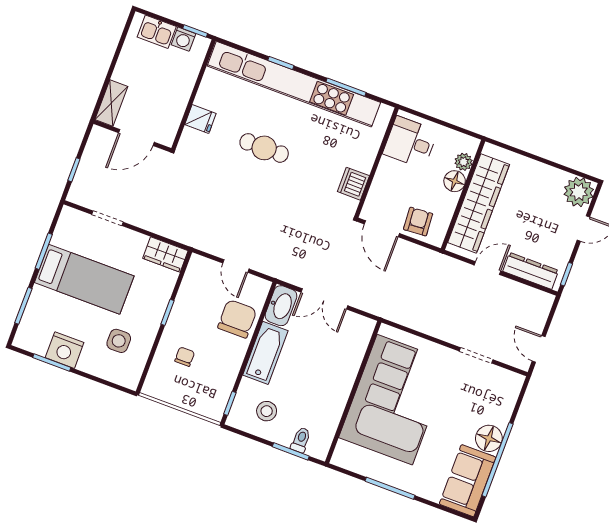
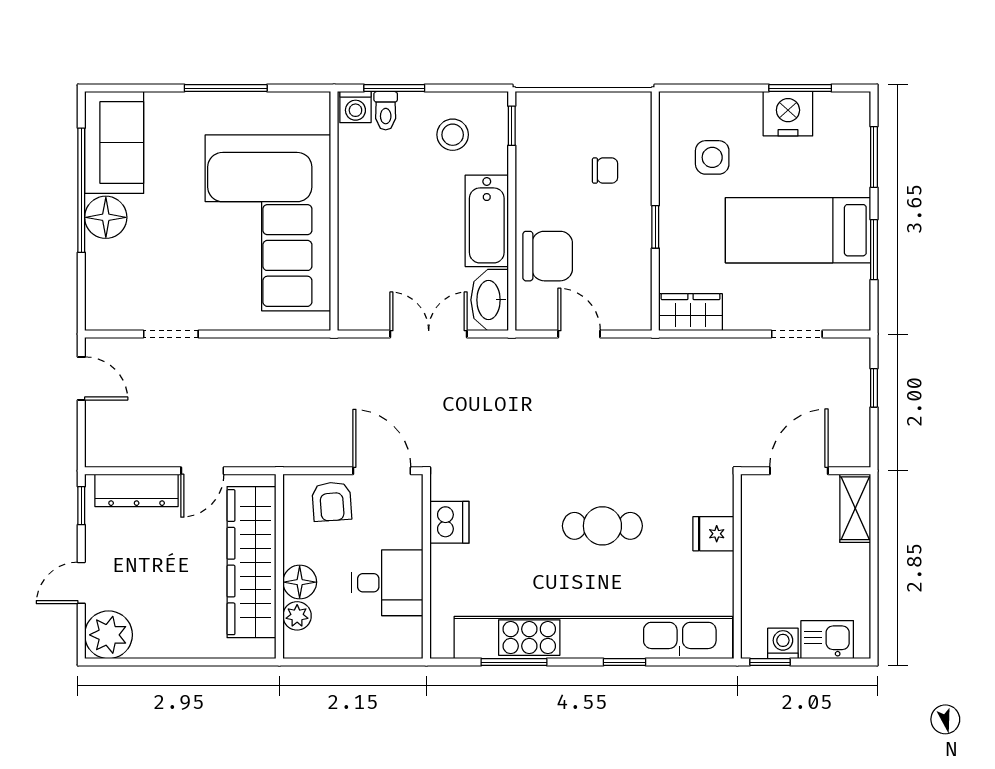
desk: (410, 142) -> (387, 583), moved
chair: (237, 319) -> (548, 256), turned -90
chair: (185, 357) -> (605, 171), turned -90
washing machine: (318, 449) -> (355, 107), added

